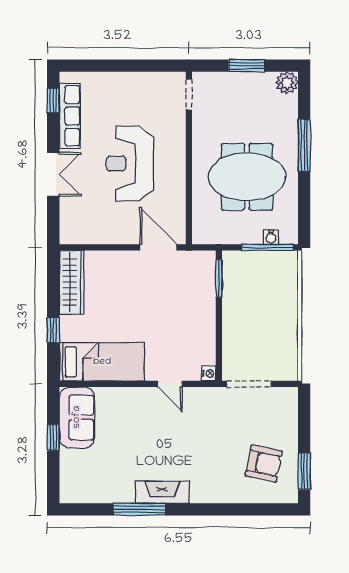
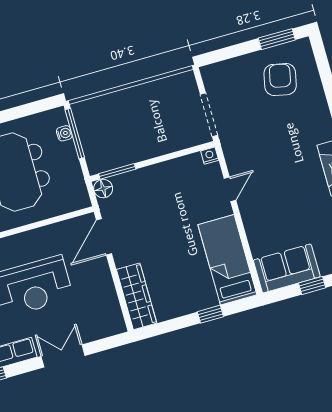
floor lamp: (206, 260) -> (103, 189), added
wardrobe: (72, 282) -> (137, 296), moved, turned 90

